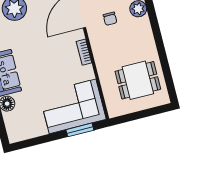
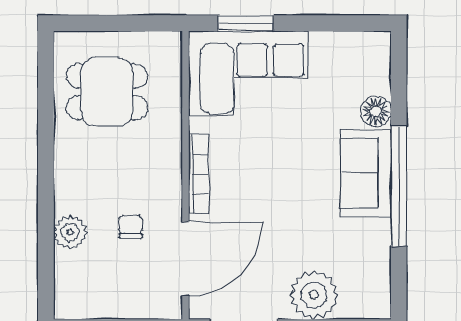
bookcase: (84, 52) -> (199, 174), width x1.56

